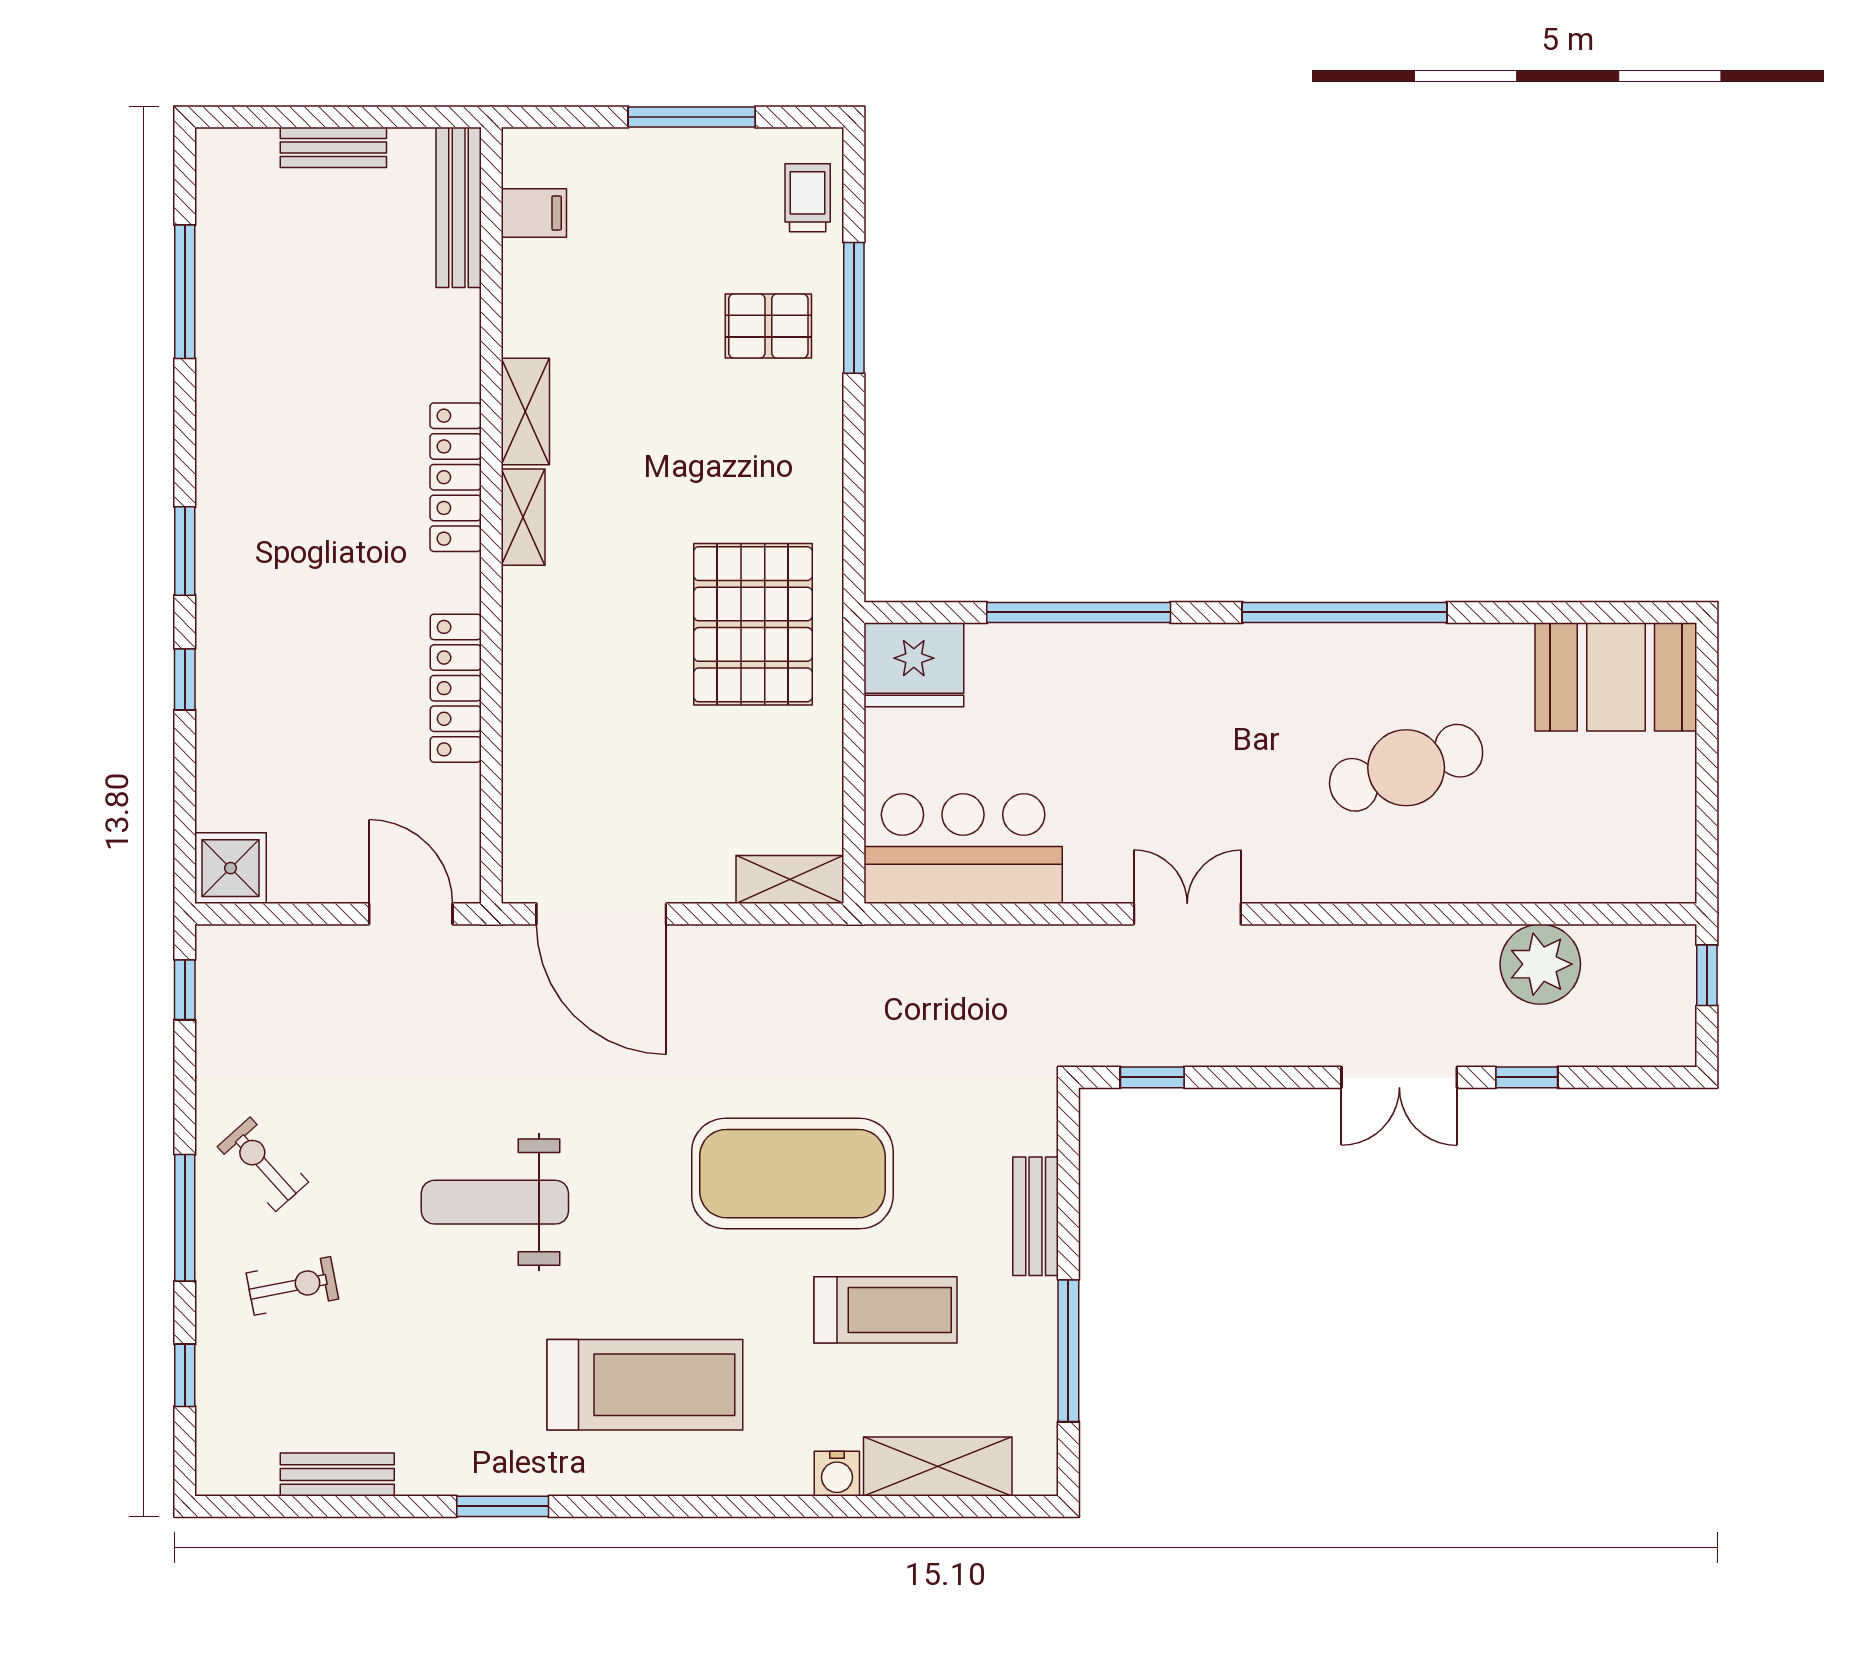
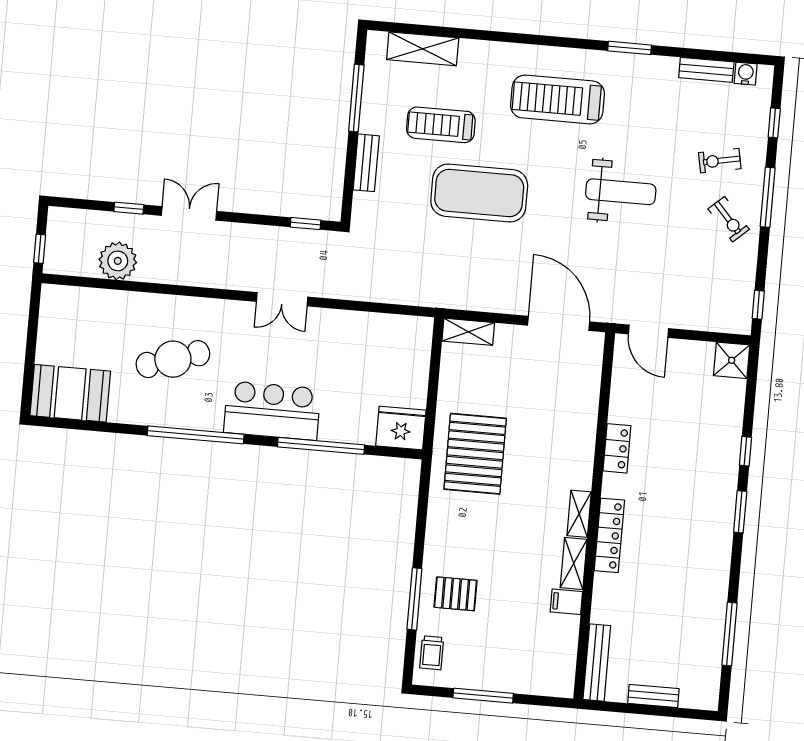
filing cabinet: (534, 213) -> (566, 602), moved
locker: (456, 688) -> (617, 448), width x0.66
bar counter: (963, 849) -> (272, 411), moved, turned 180
water cooler: (837, 1474) -> (746, 74), moved

